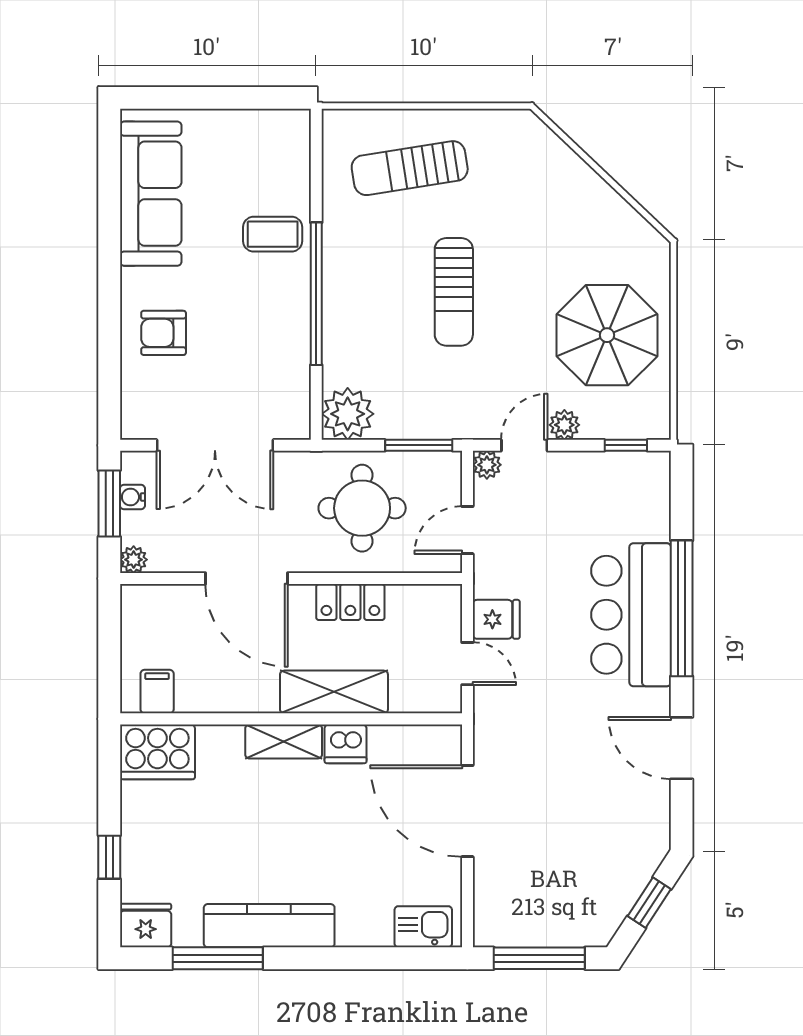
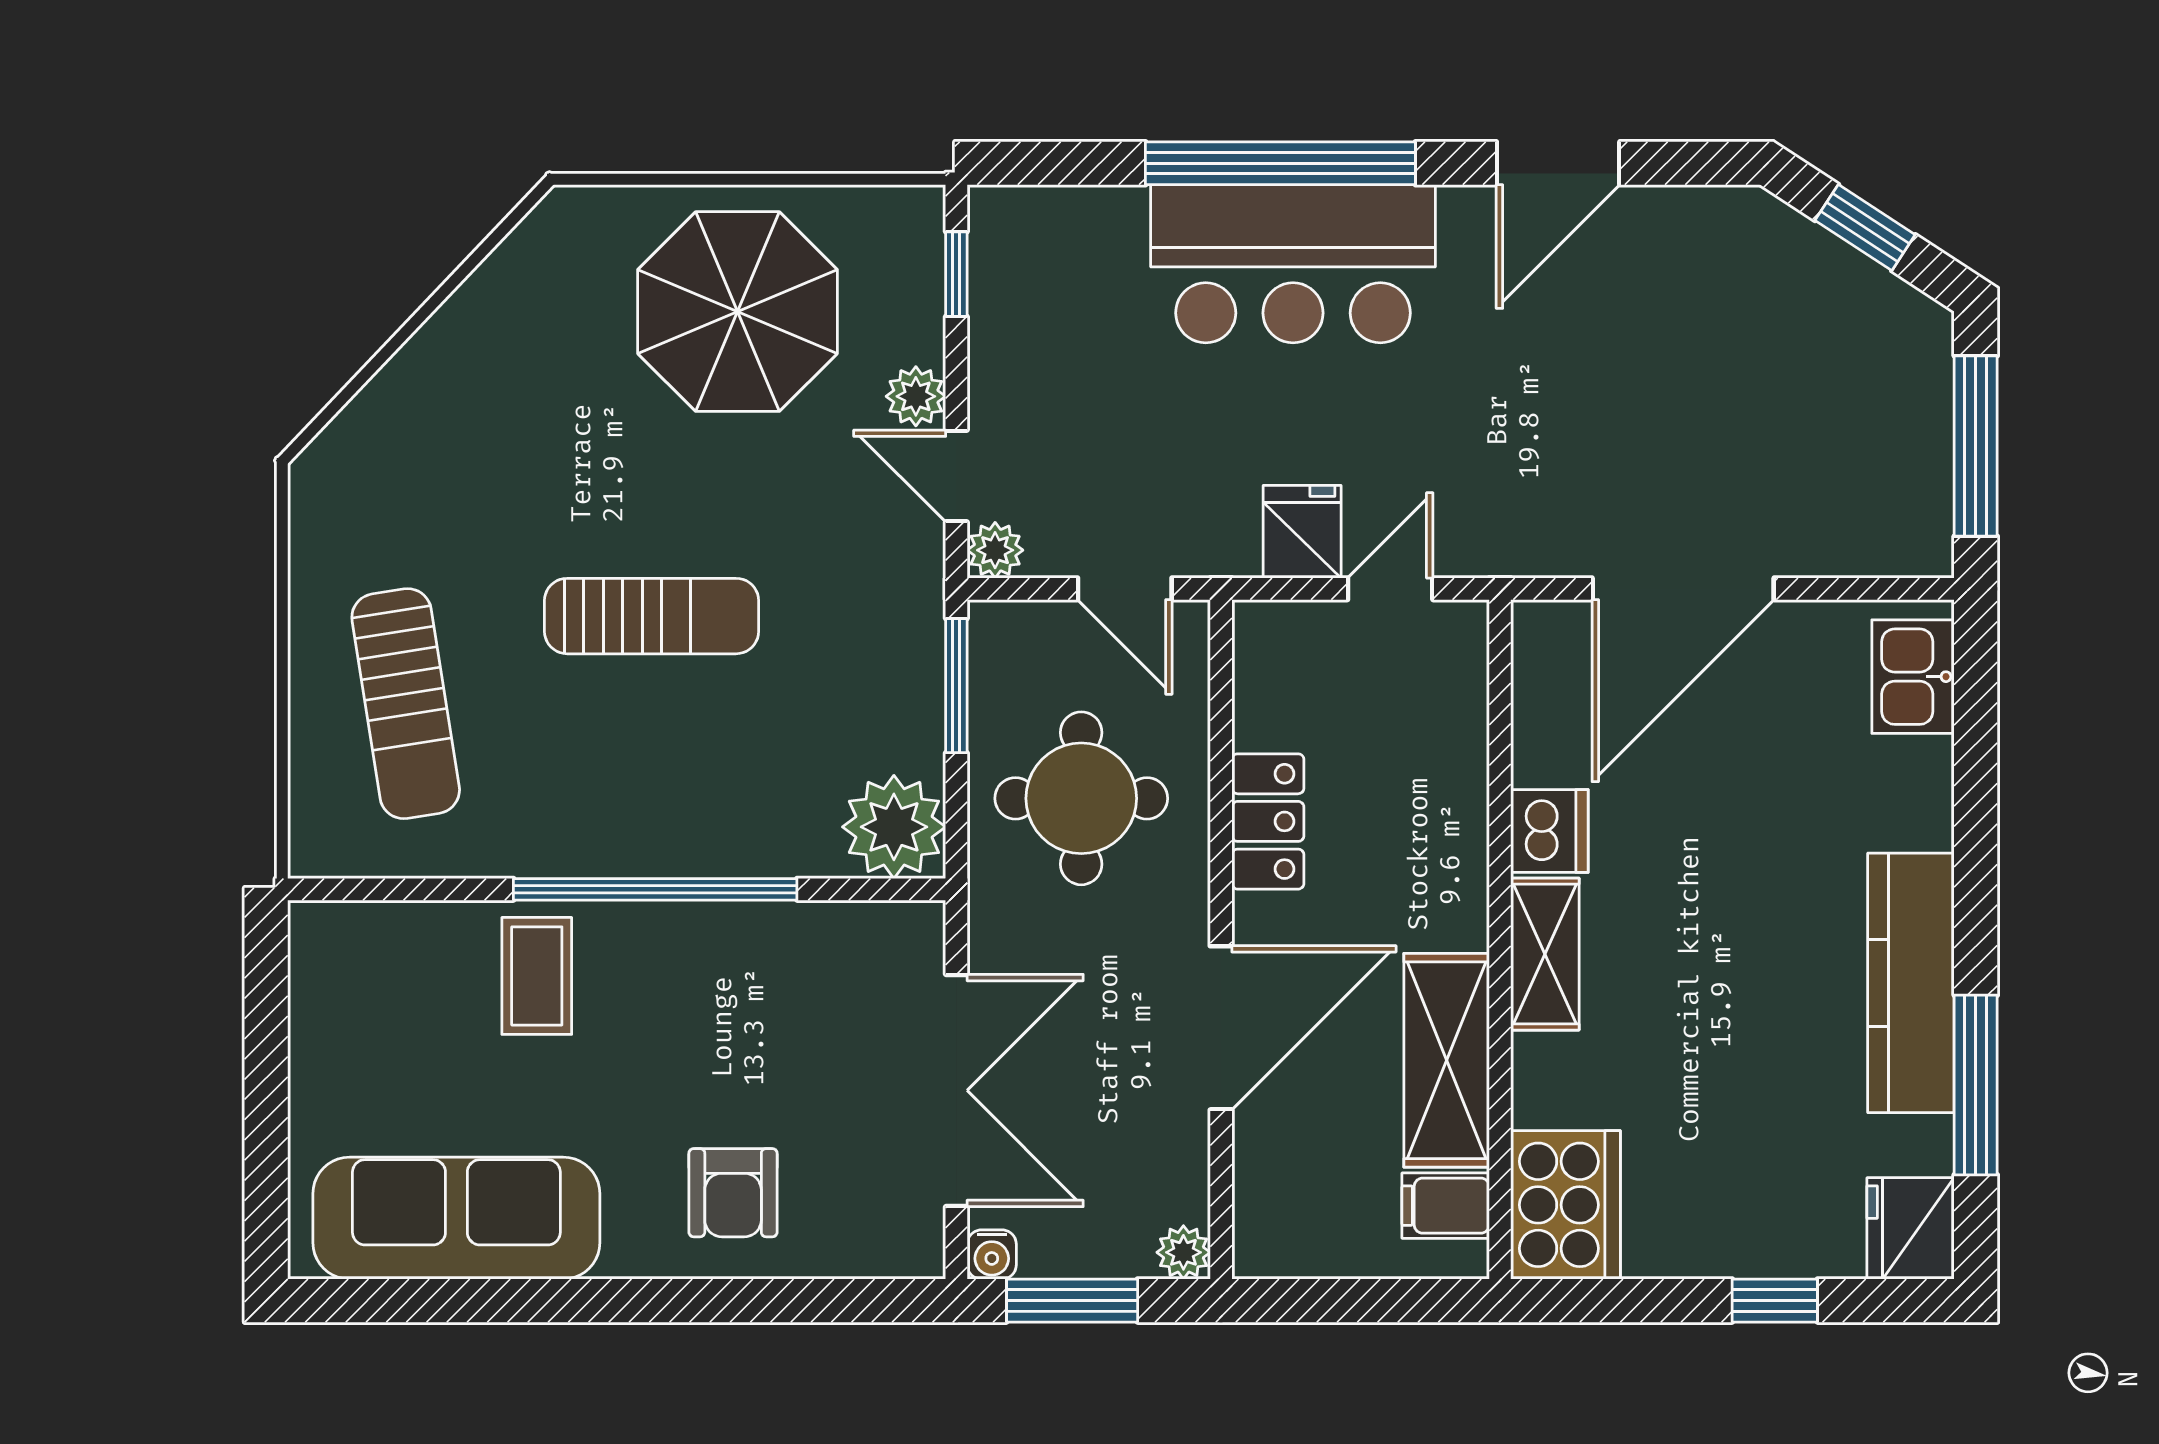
water cooler: (132, 497) -> (992, 1254), moved
shelving: (334, 692) -> (1447, 1060), moved

